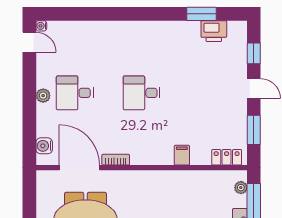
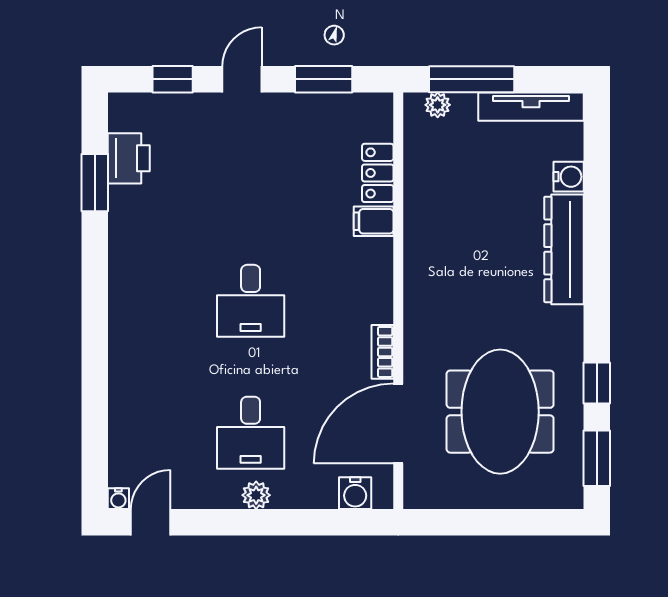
locker: (227, 157) -> (378, 173), moved

